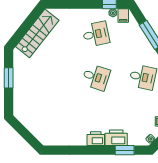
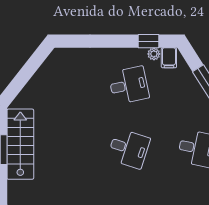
stairs: (37, 33) -> (20, 144), moved, turned -38

